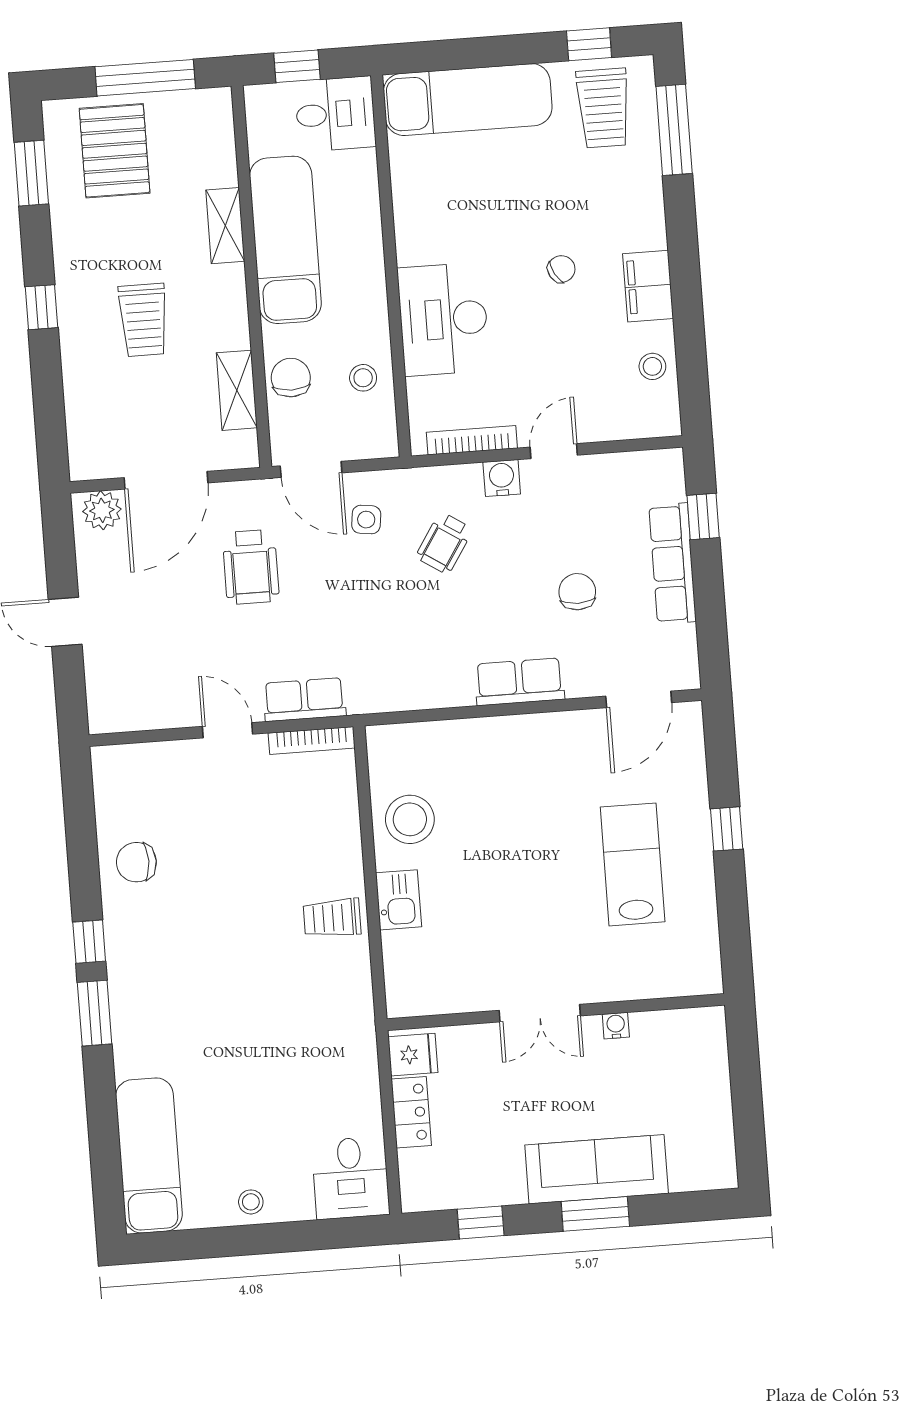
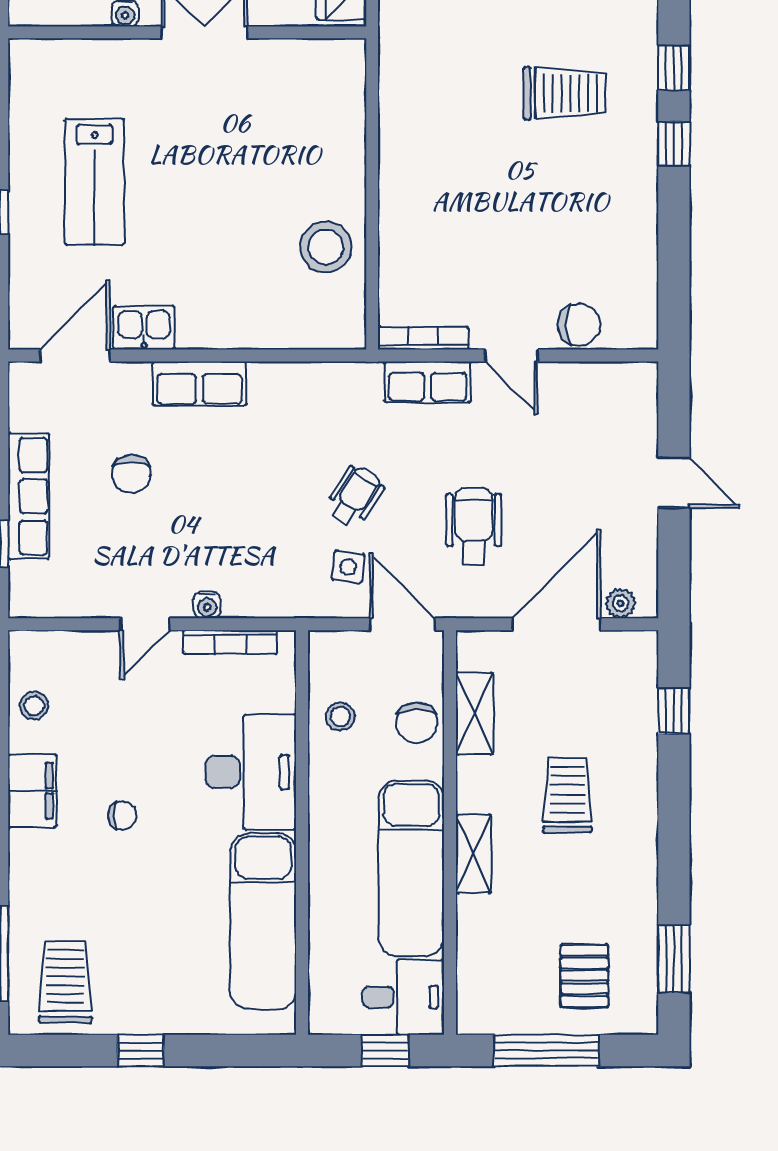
window: (589, 44) -> (141, 1050), moved
exam couch: (468, 100) -> (263, 921), moved, turned -90
desk: (335, 114) -> (403, 997), moved, turned 180
pallet: (115, 151) -> (584, 976), width x0.67, depth x0.71
shelving: (225, 226) -> (473, 854), moved
chair: (561, 269) -> (122, 816), turned -150
window: (41, 307) -> (674, 711), moved
water cooler: (502, 478) -> (207, 605), width x0.72, depth x0.72
plant: (102, 510) -> (621, 603), width x0.73, depth x0.73
wheelchair: (444, 543) -> (355, 496), moved
chair: (136, 862) -> (579, 325), moved
kitchen sink: (399, 900) -> (144, 328), moved, turned 90
trolley: (332, 918) -> (565, 93), moved, width x1.36, depth x1.39
window: (95, 1013) -> (674, 68), width x0.67

